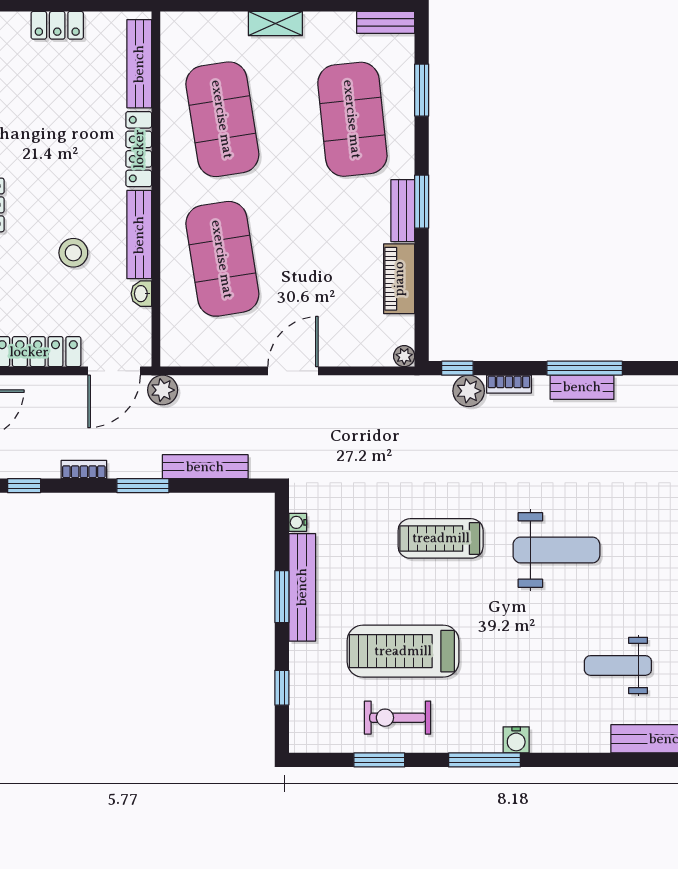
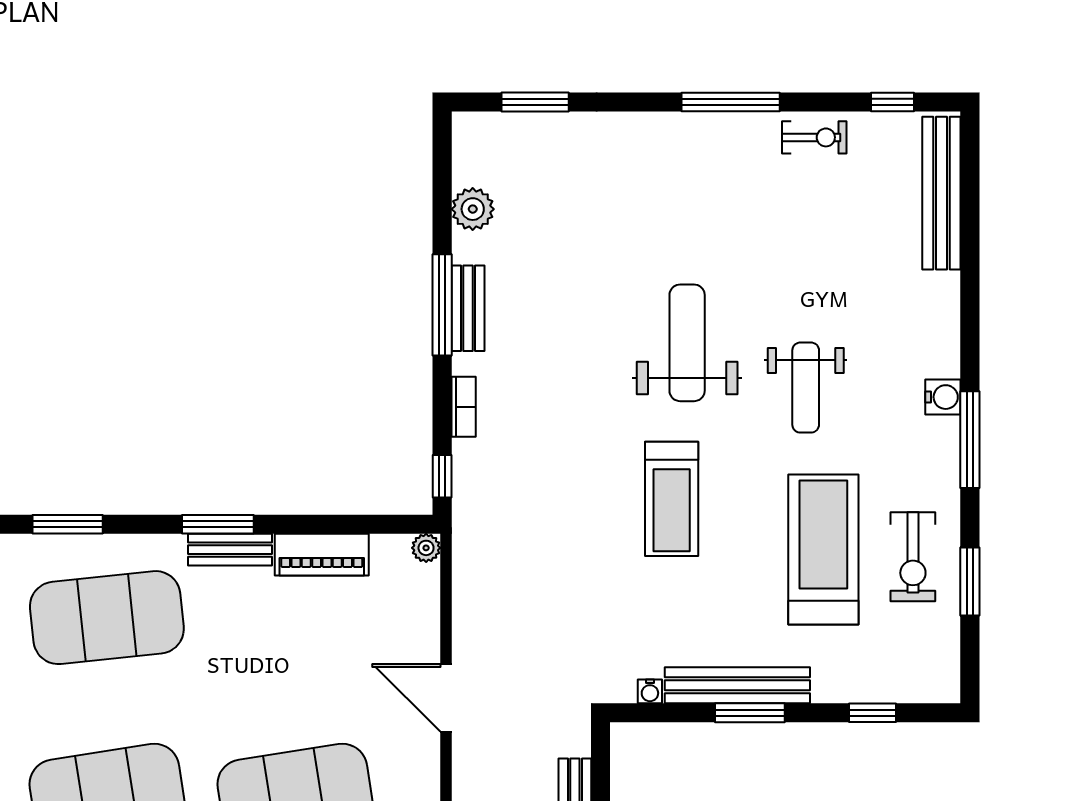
plant: (469, 391) -> (473, 209), moved
treadmill: (403, 651) -> (823, 549), turned 180
weight bench: (618, 665) -> (806, 388), moved

